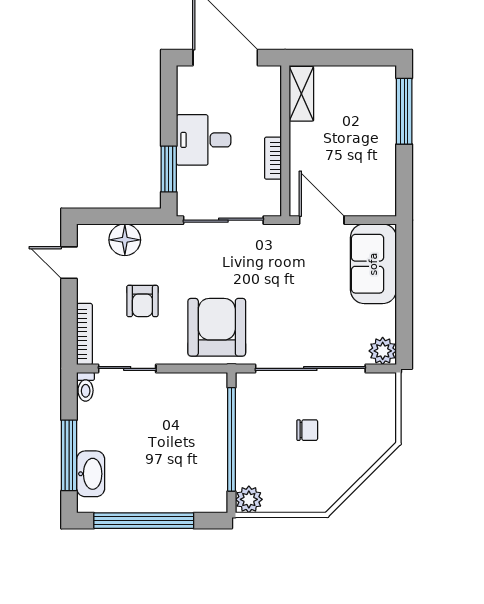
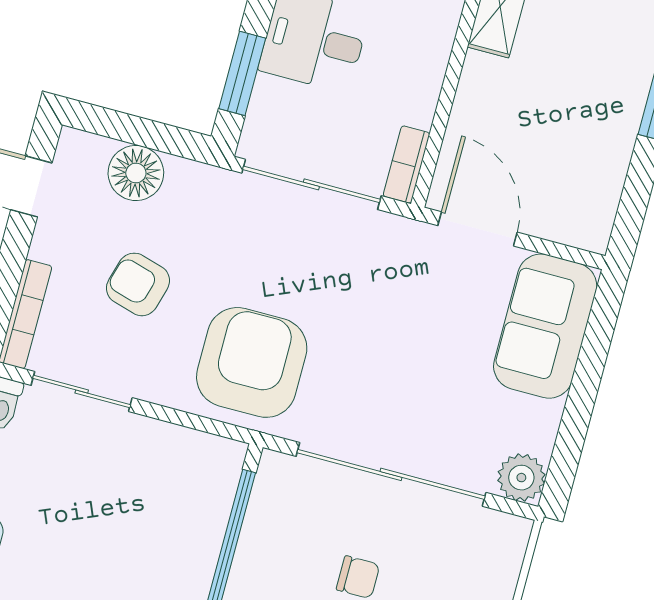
bookcase: (273, 158) -> (406, 165), moved
armchair: (142, 301) -> (138, 284), turned 106

